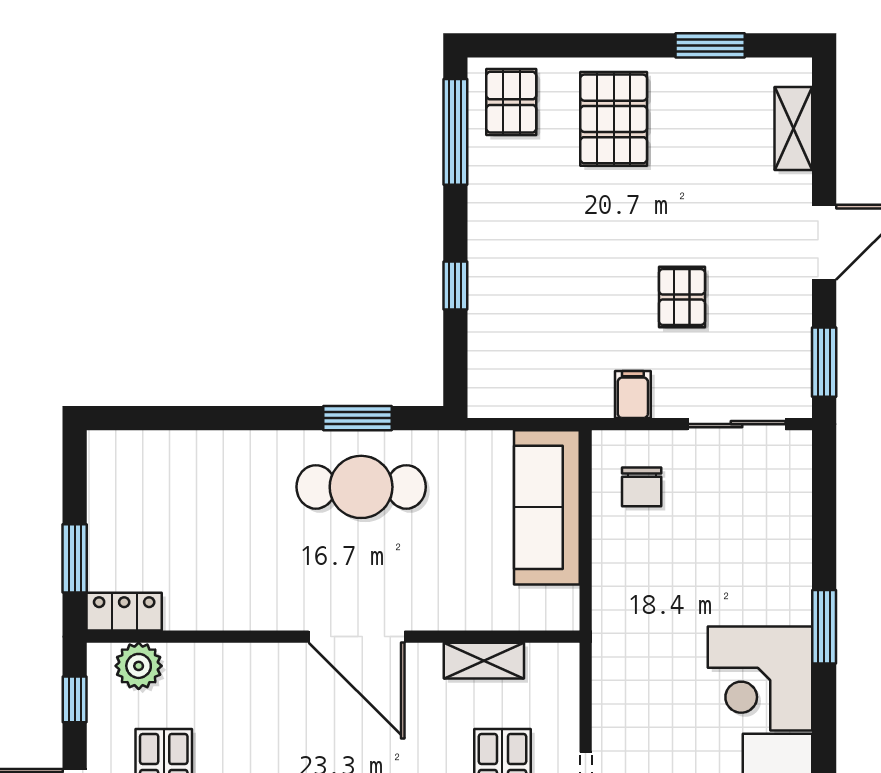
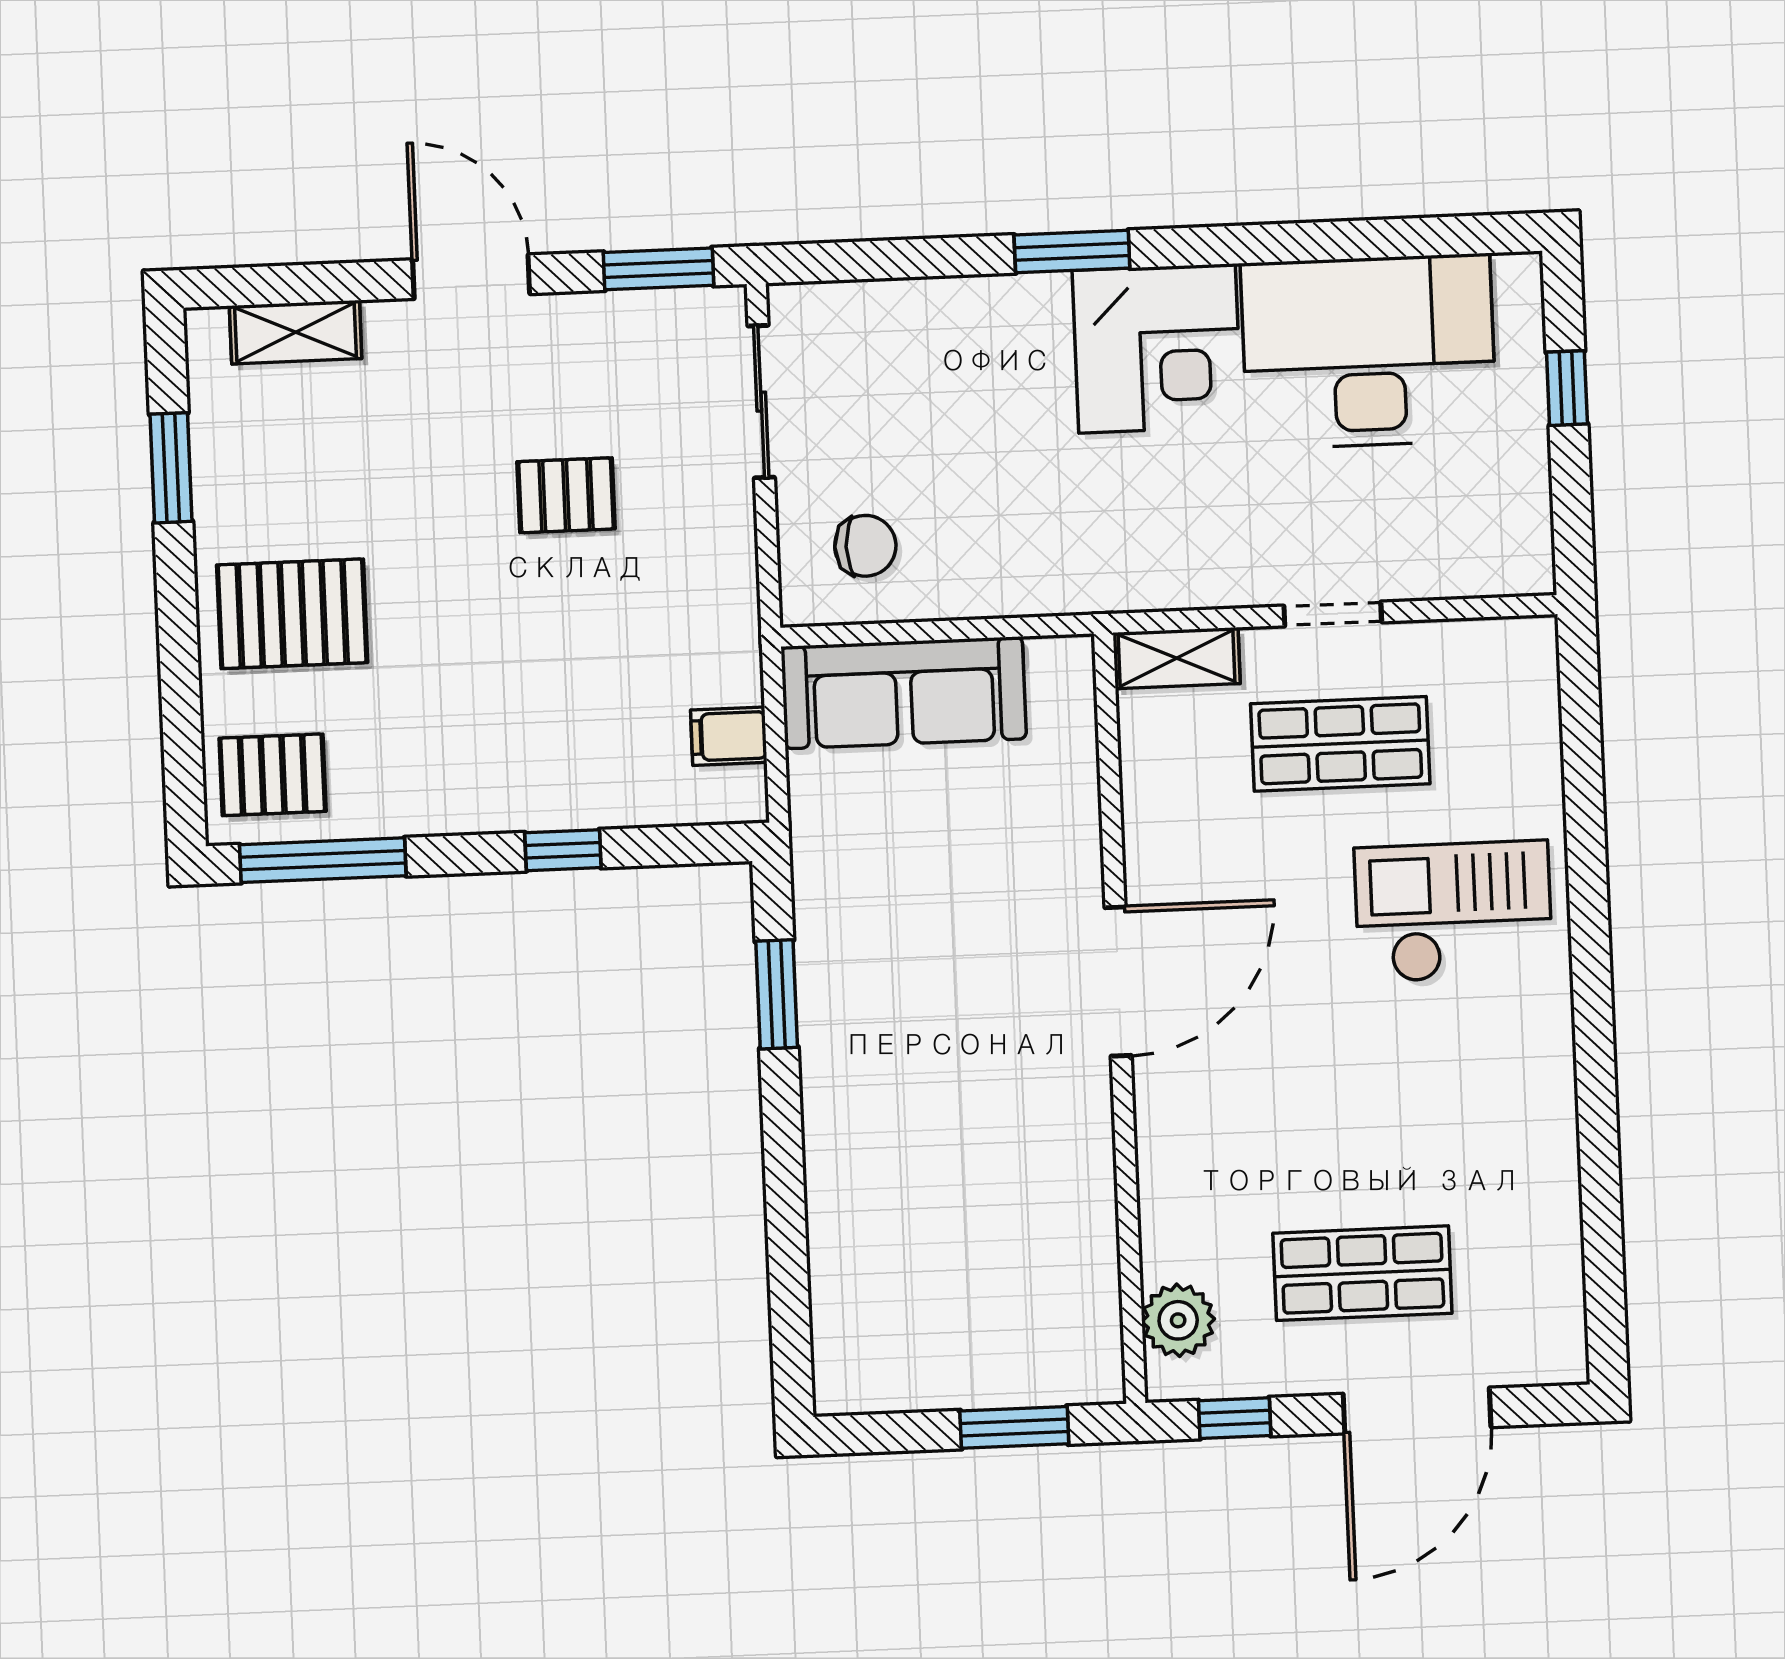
filing cabinet: (633, 394) -> (729, 736), moved
cafe table: (361, 487) -> (884, 984), removed
locker: (124, 612) -> (1094, 1346), removed
shelving: (484, 661) -> (1177, 658), moved, turned 90

